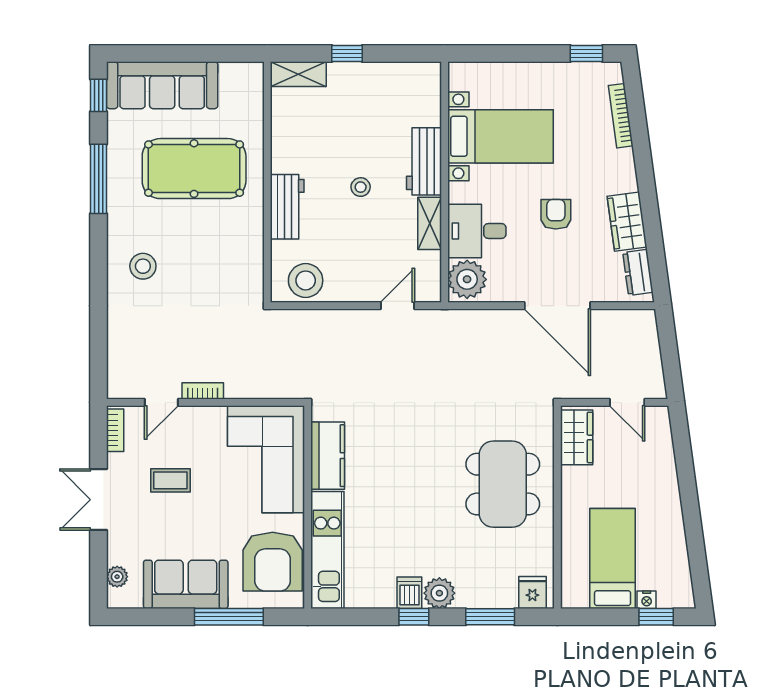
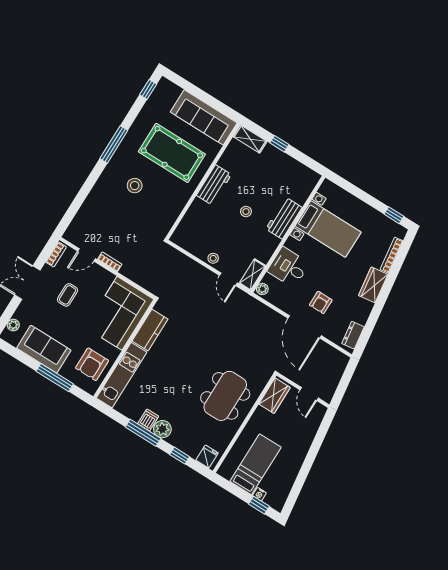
sofa: (162, 85) -> (204, 117), moved
window: (99, 179) -> (114, 144), moved
workbench: (287, 207) -> (214, 185), moved
armchair: (556, 214) -> (321, 302), moved, turned 180
wardrobe: (627, 222) -> (373, 285), moved
shelving: (430, 223) -> (252, 275), moved
stool: (143, 266) -> (135, 186), moved
plant: (467, 279) -> (262, 289), width x0.53, depth x0.53
stool: (306, 280) -> (213, 258), moved, width x0.53, depth x0.53
door: (397, 306) -> (228, 279), swing flipped
coffee table: (170, 480) -> (68, 295), turned 90
armchair: (273, 562) -> (92, 364), width x0.73, depth x0.73
window: (414, 617) -> (143, 433), width x2.17
window: (490, 617) -> (180, 456), width x0.67

